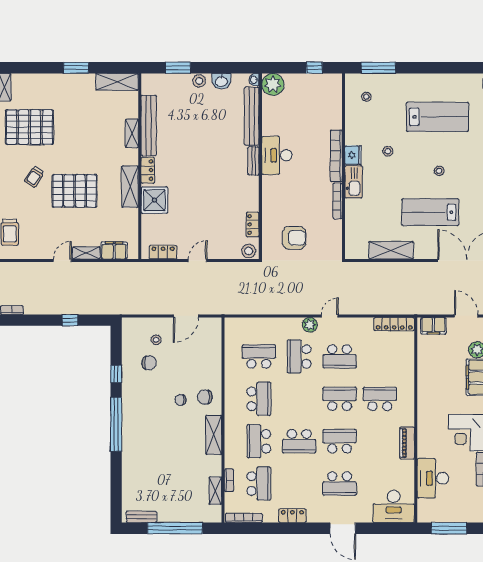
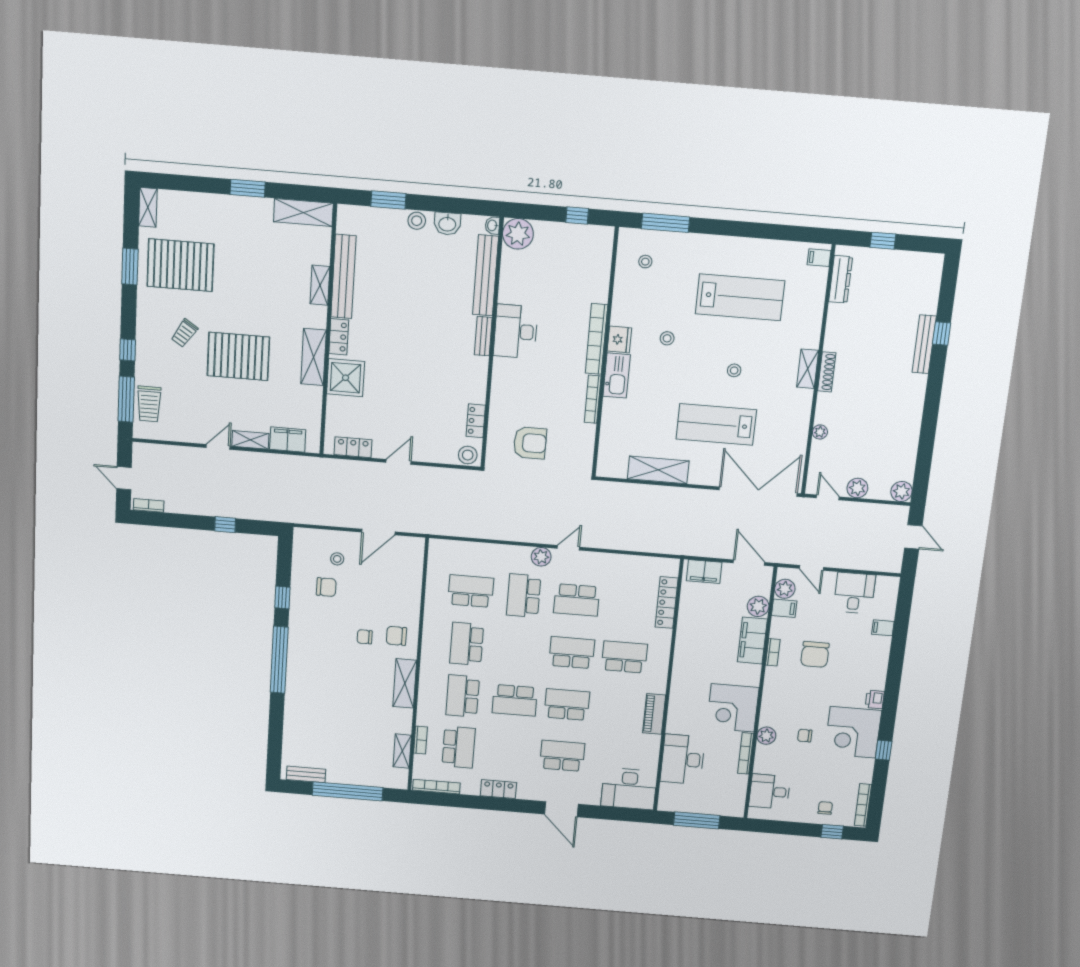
locker: (394, 324) -> (667, 603), moved, turned 90
school desk: (259, 399) -> (467, 644), turned 180
school desk: (340, 484) -> (562, 756), turned 180

